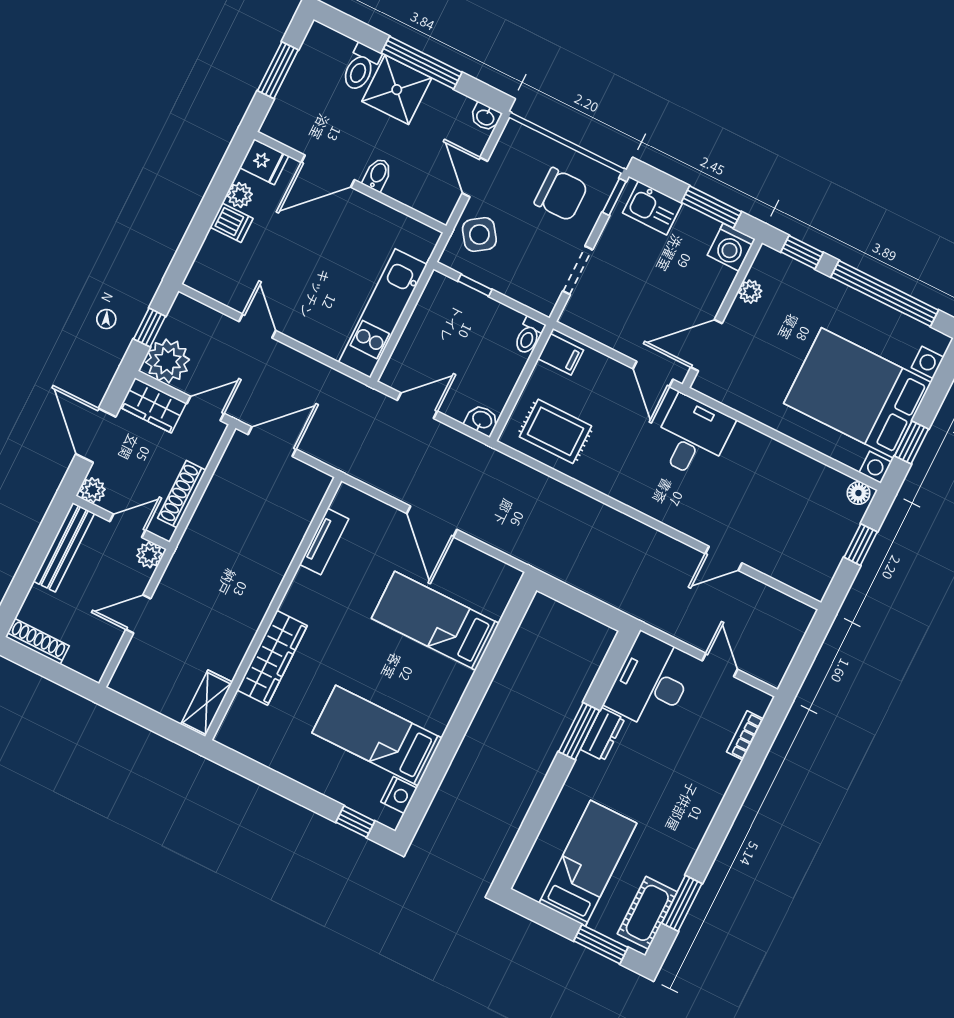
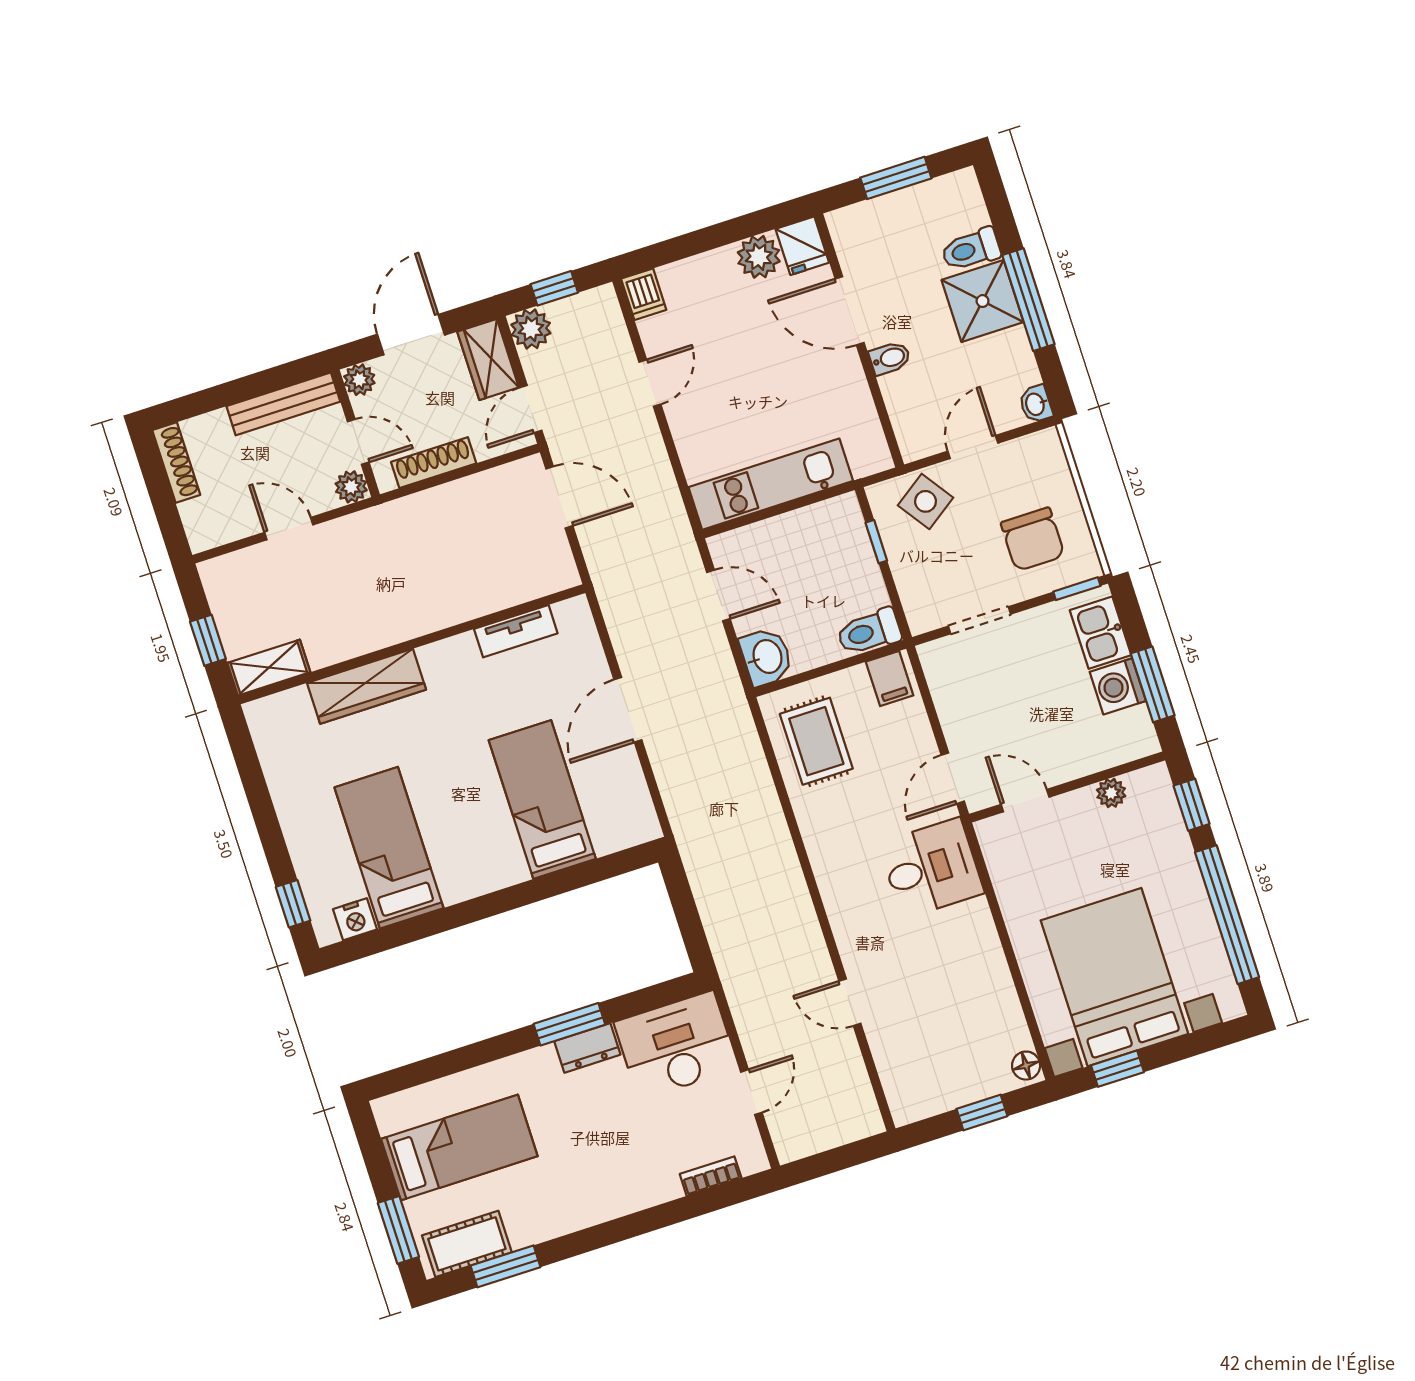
plant: (240, 195) -> (759, 257), width x1.38, depth x1.38
dishwasher: (231, 223) -> (644, 294), moved
washing machine: (731, 247) -> (1118, 686), moved
toilet: (529, 336) -> (869, 632), width x1.37, depth x1.39
door: (706, 345) -> (1025, 801), width x0.73
plant: (168, 361) -> (531, 329), width x0.73, depth x0.73
door: (205, 409) -> (531, 409), swing flipped
washbasin: (482, 420) -> (766, 657), width x1.38, depth x1.45
window: (157, 723) -> (208, 640), added

